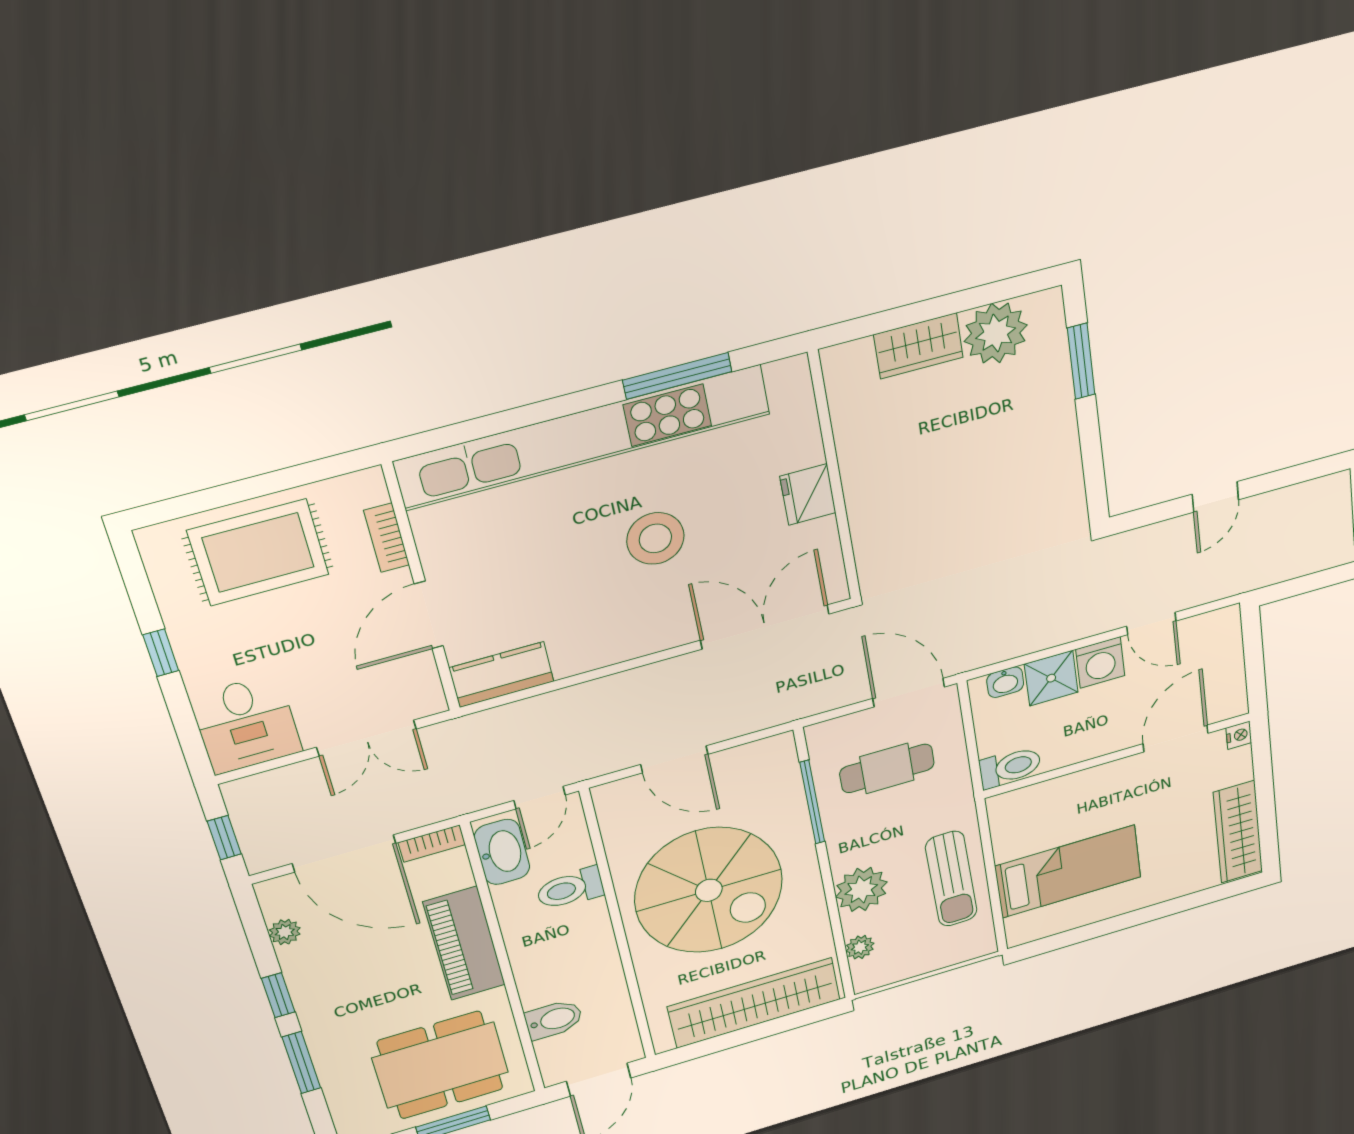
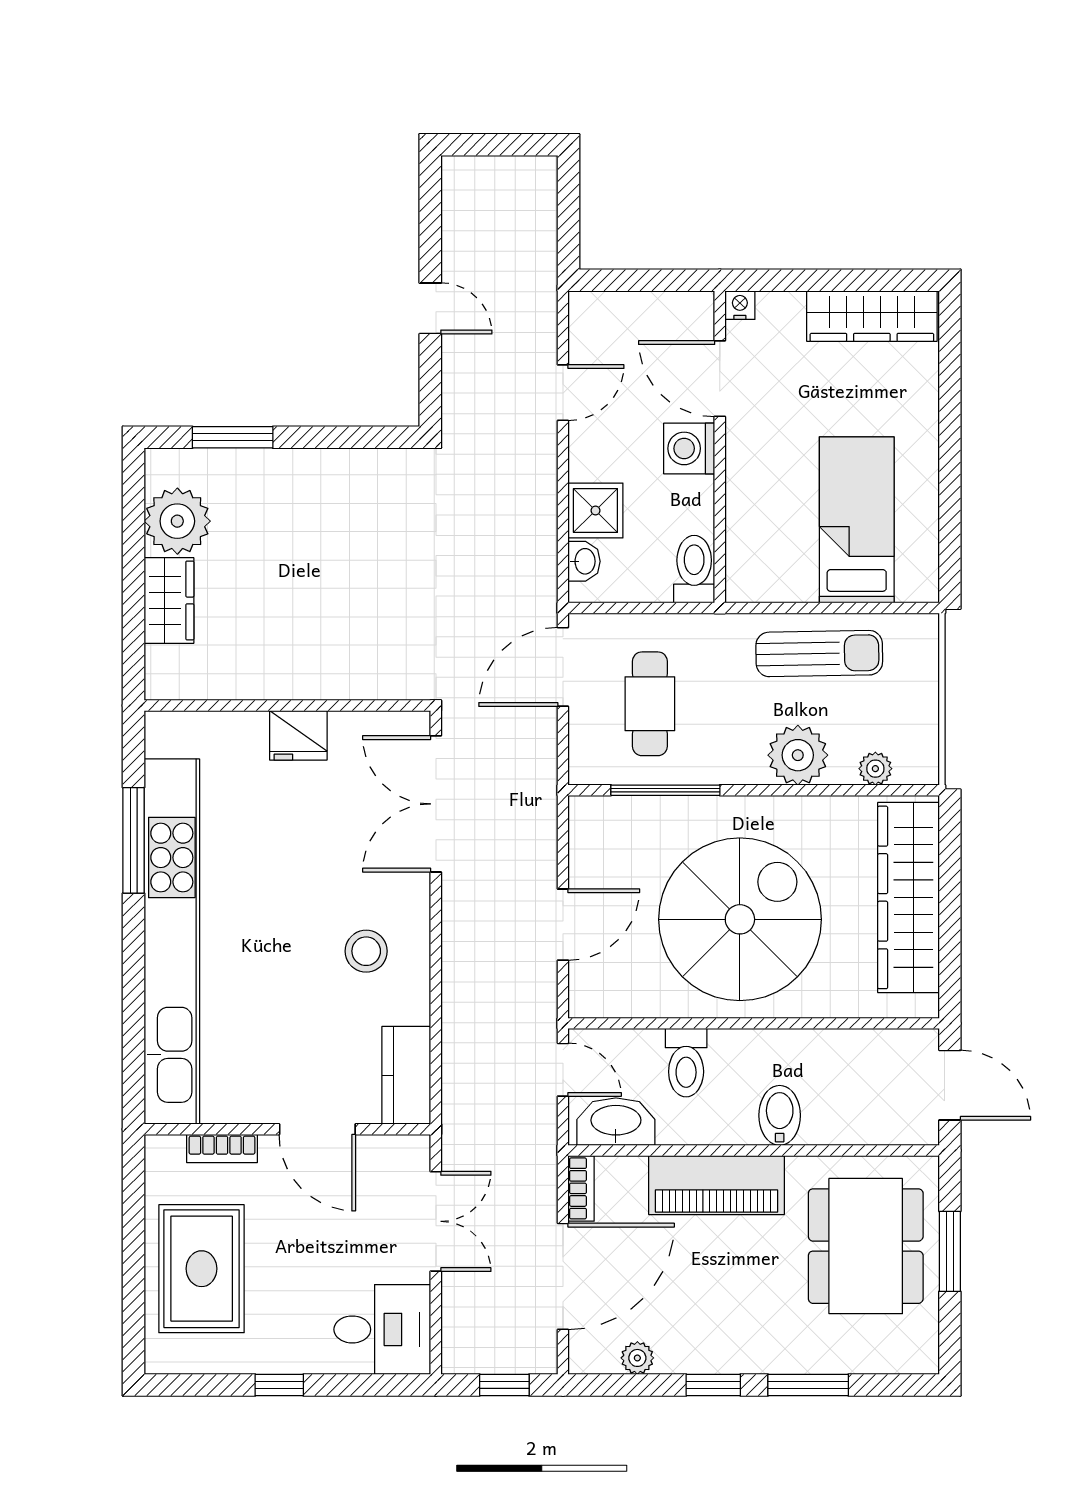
stool: (655, 538) -> (366, 951), moved, width x0.73, depth x0.73
washing machine: (1100, 662) -> (689, 448), moved, turned 180
bidet: (554, 1019) -> (780, 1115), moved

